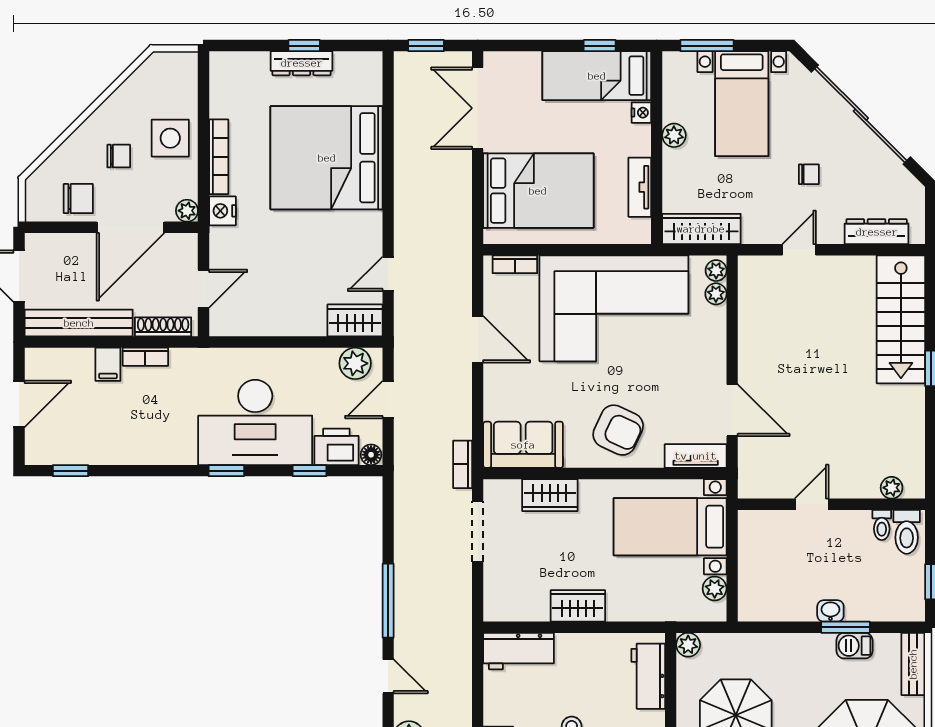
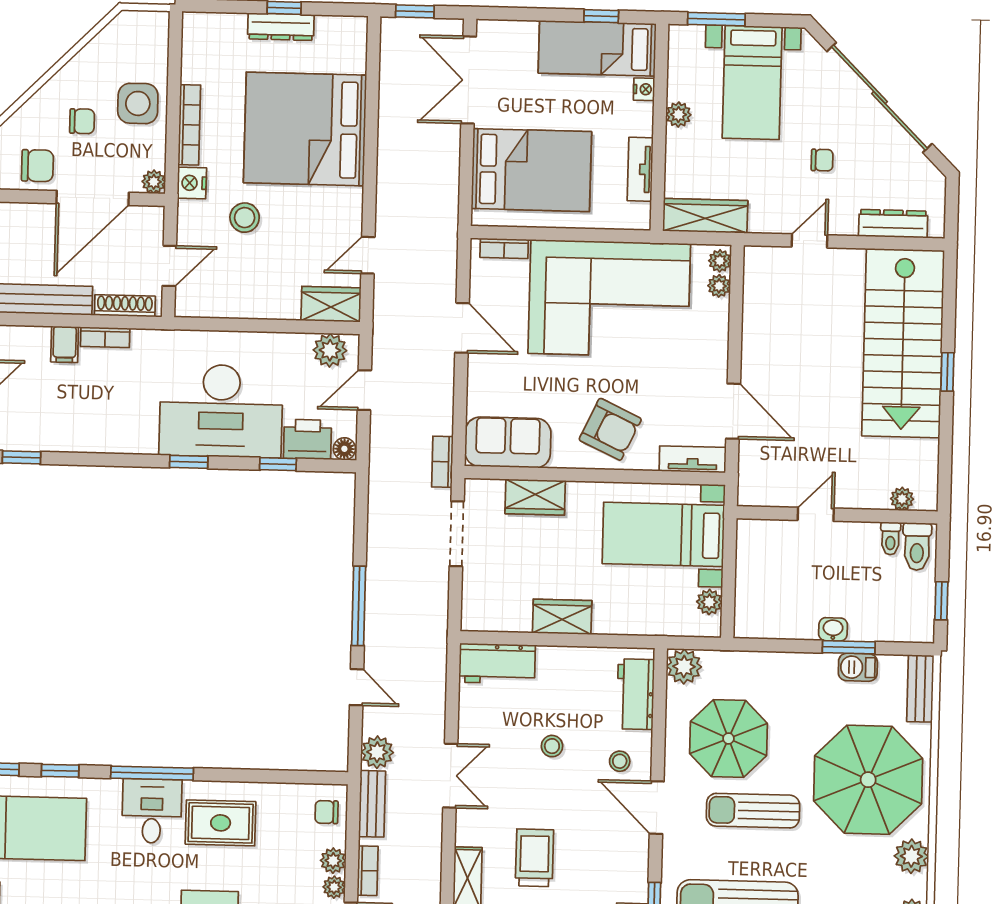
stool: (272, 242) -> (245, 218), added
stairs: (901, 319) -> (903, 343), width x1.36, depth x1.51
plant: (688, 645) -> (684, 667), width x1.38, depth x1.38

